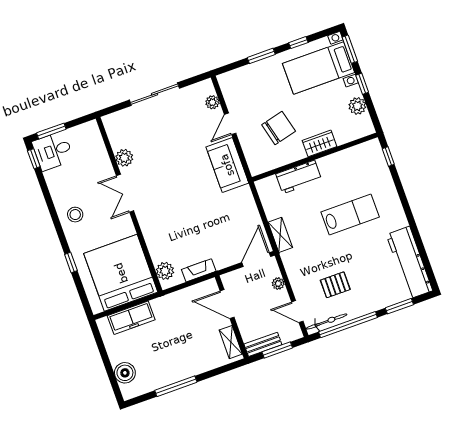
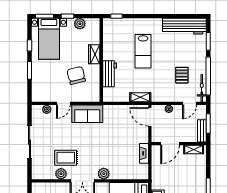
door: (230, 124) -> (63, 103), hinge flipped
rug: (151, 156) -> (66, 158), added
lab bench: (350, 214) -> (143, 51), turned 180
plant: (165, 271) -> (104, 174), moved

